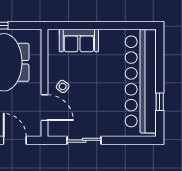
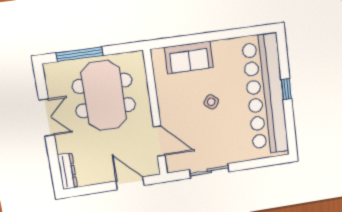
side table: (63, 86) -> (211, 102), moved
window: (160, 102) -> (286, 89), moved

